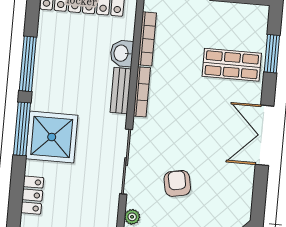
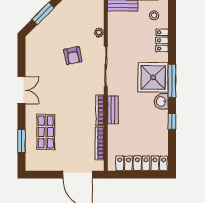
washbasin: (122, 53) -> (161, 101), moved, turned 180
window: (28, 64) -> (172, 121), width x0.46
shop shelf: (232, 65) -> (46, 132), turned 90
double door: (265, 135) -> (22, 90), width x0.73

